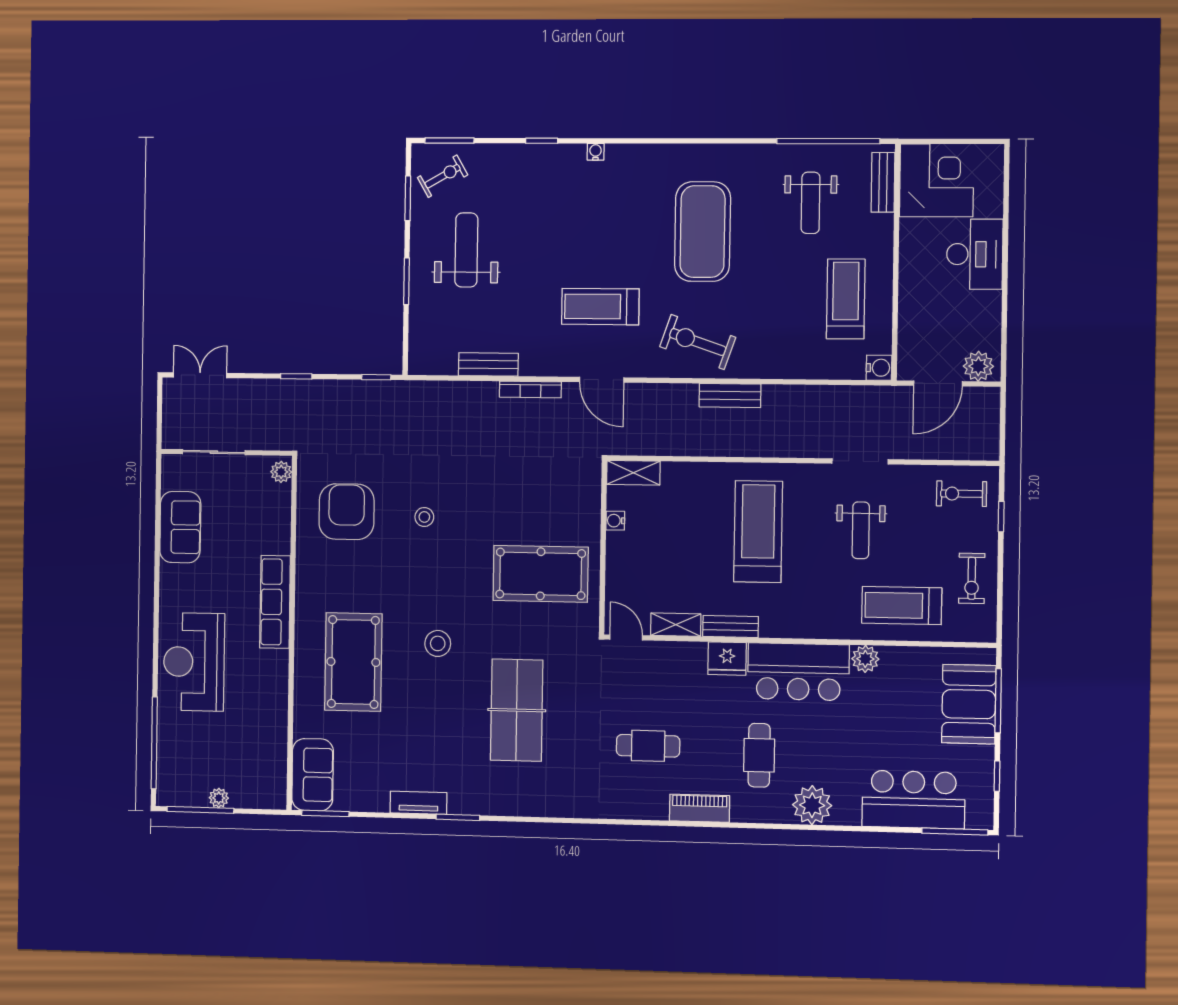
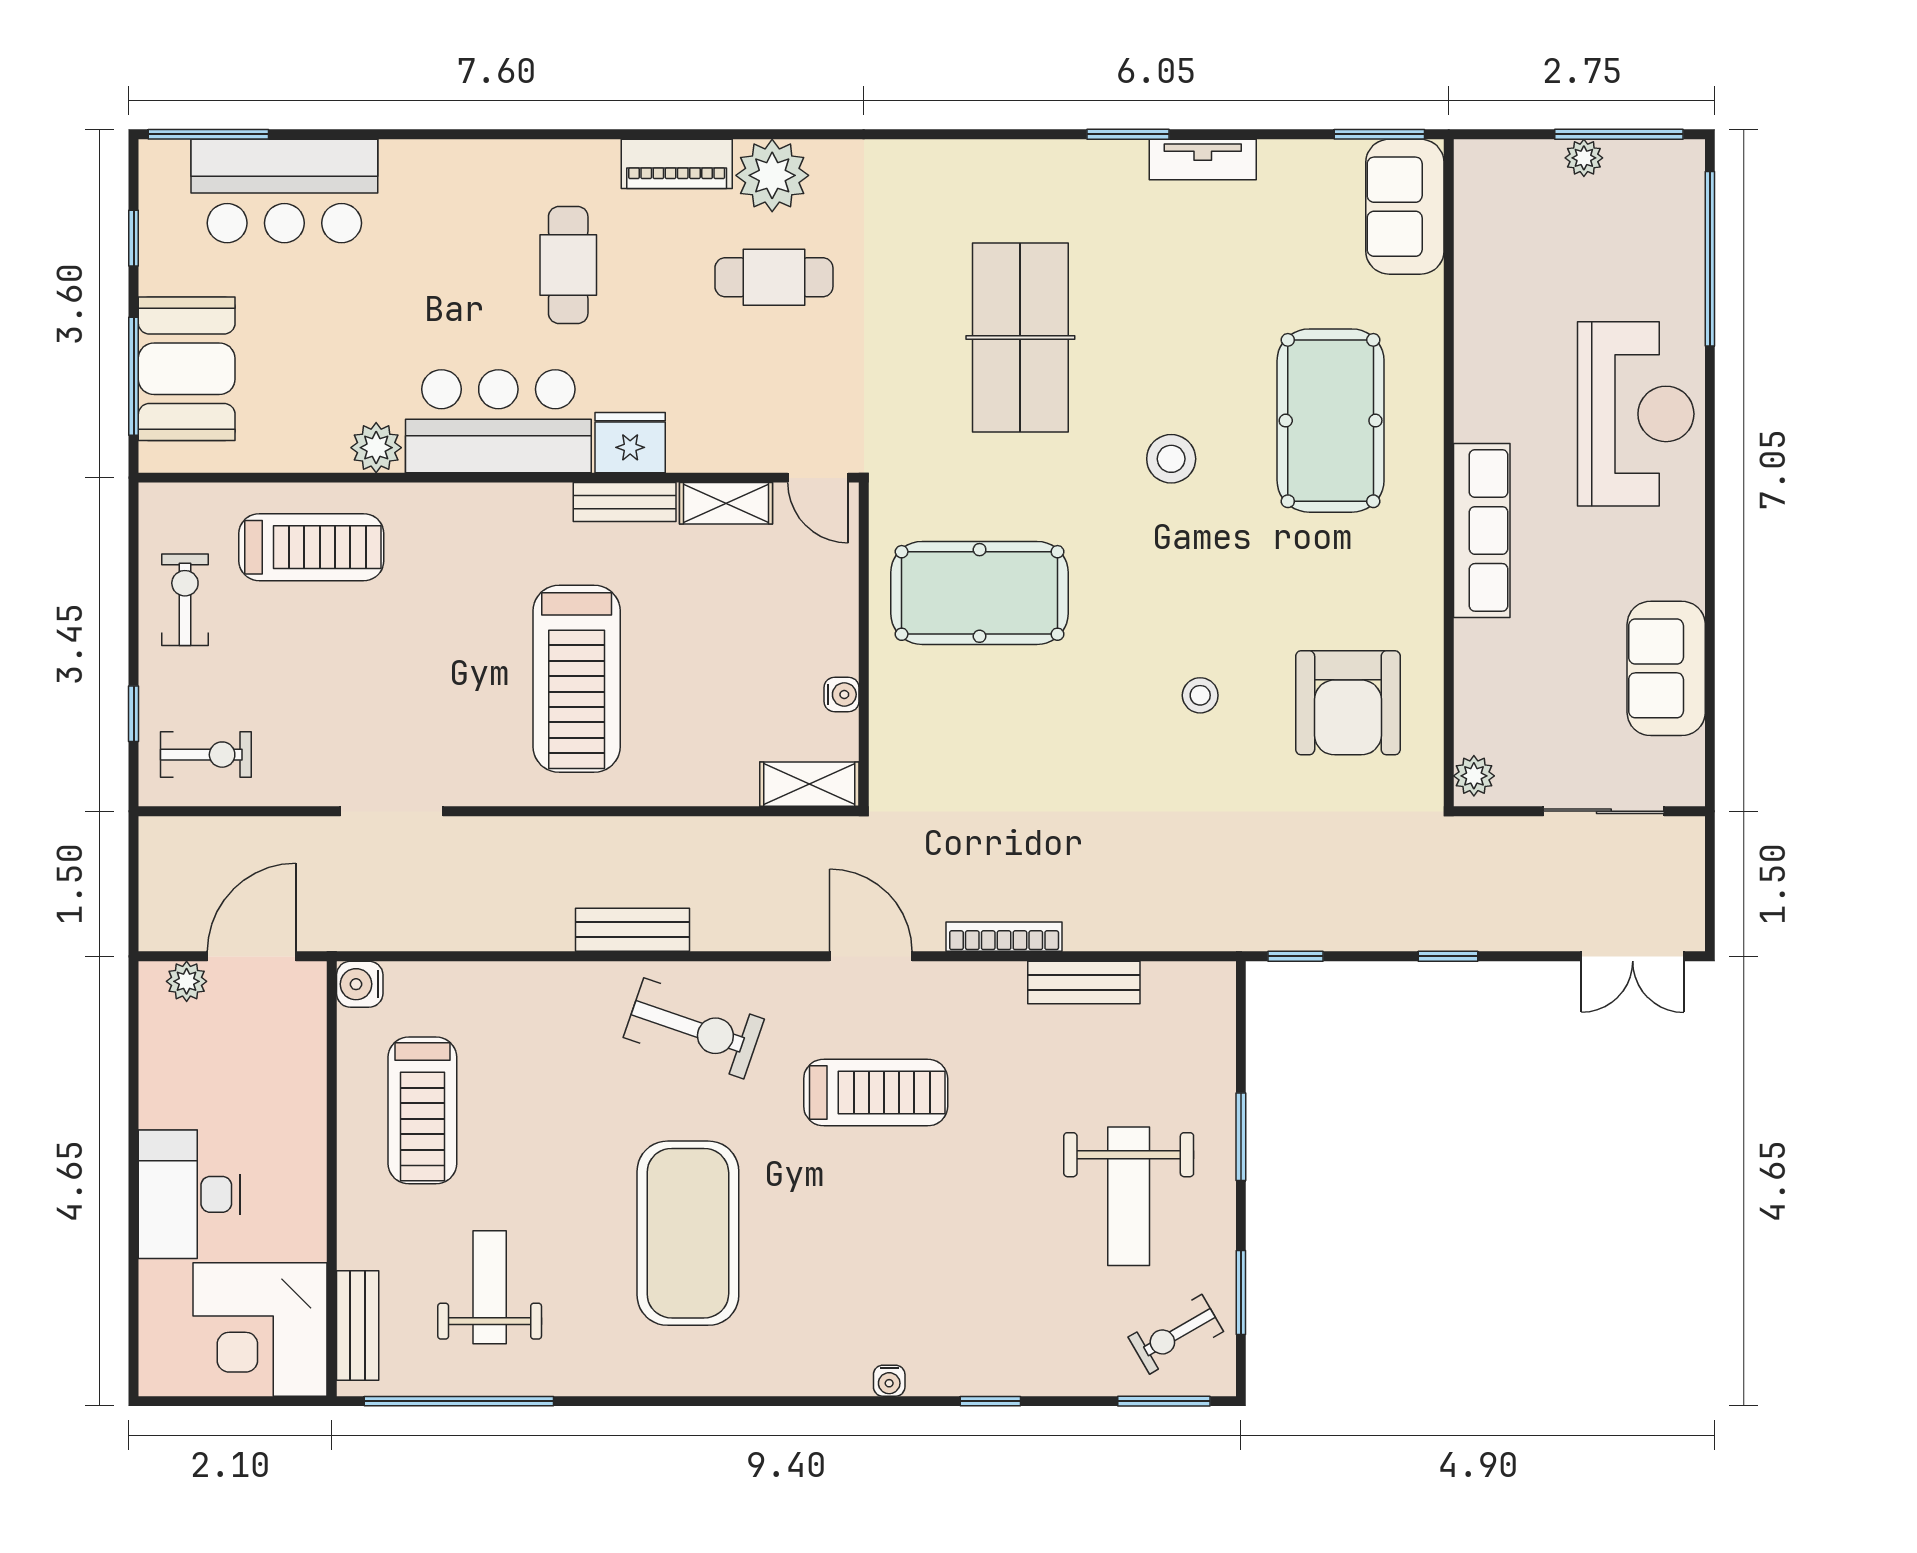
plant: (978, 366) -> (187, 981), width x0.73, depth x0.73
weight bench: (861, 530) -> (388, 684), removed
plant: (812, 805) -> (772, 175), moved

